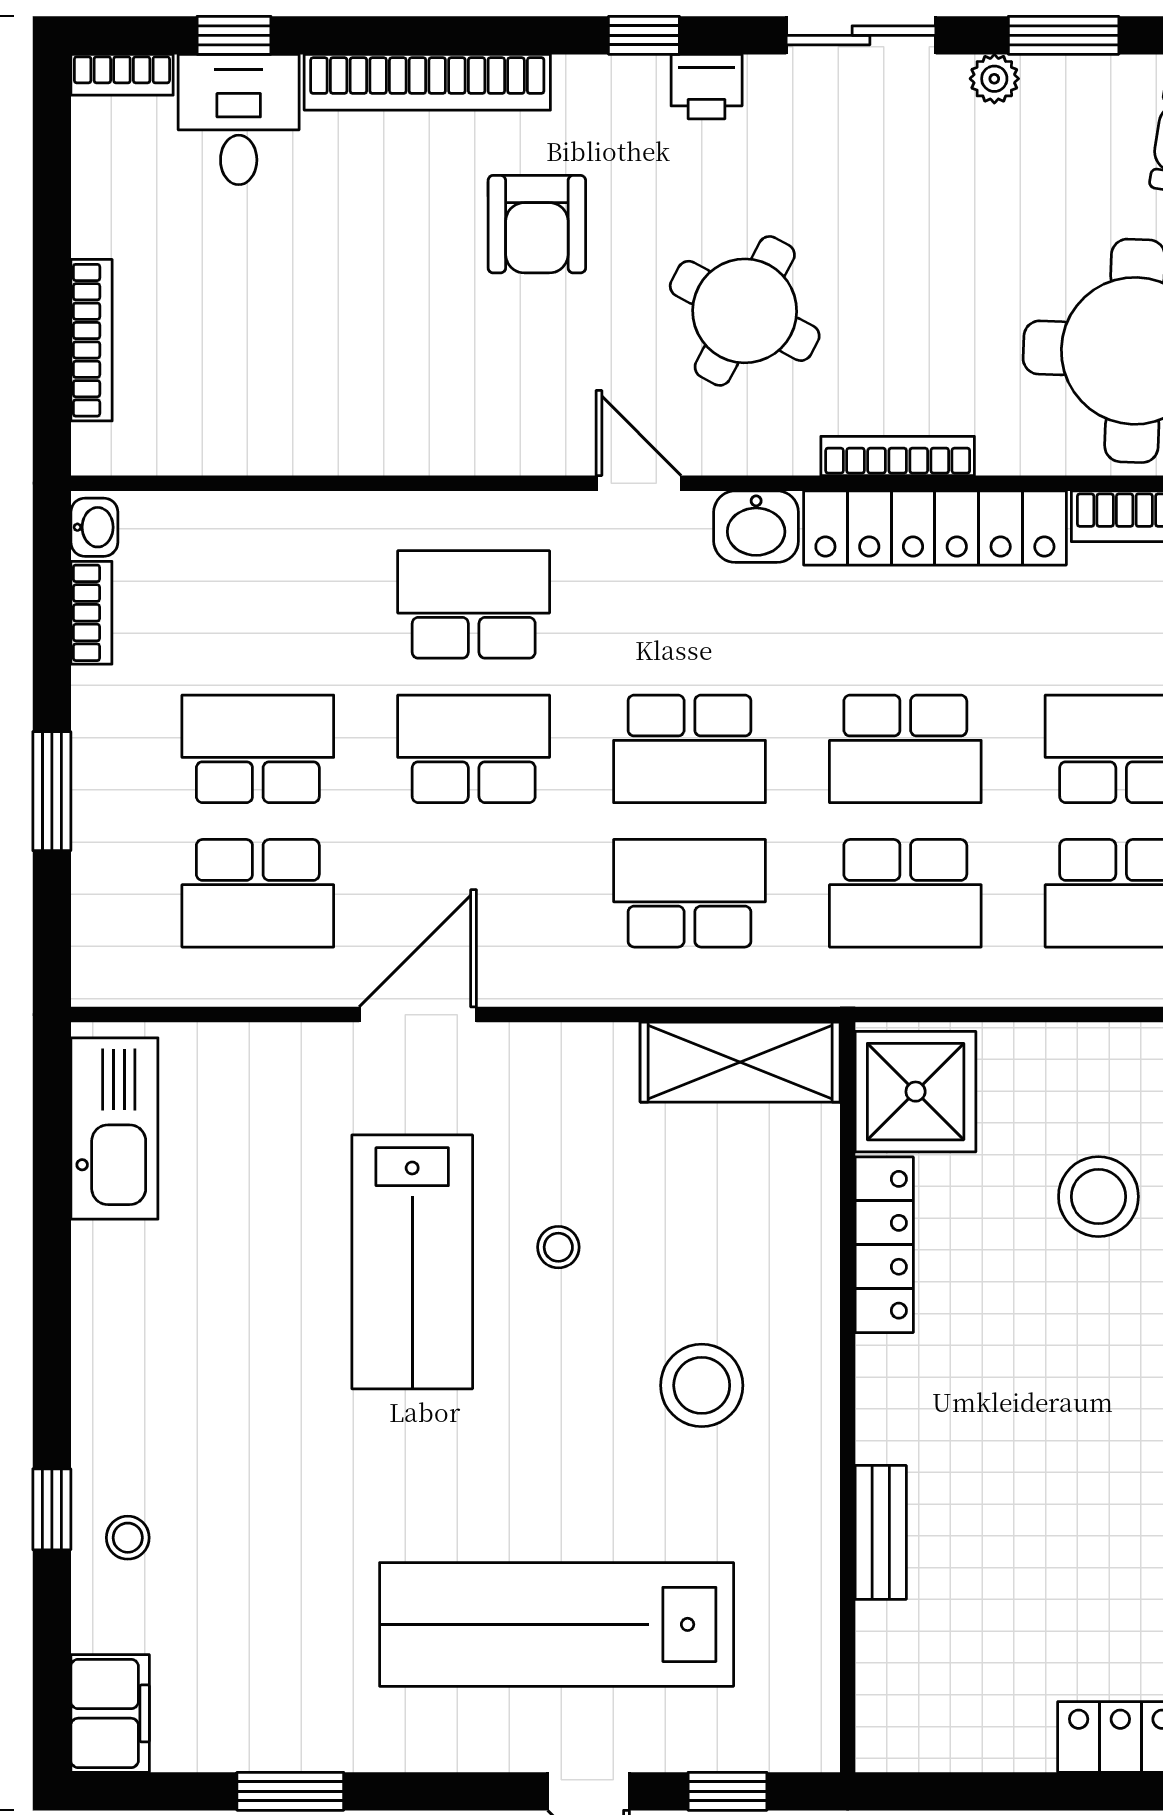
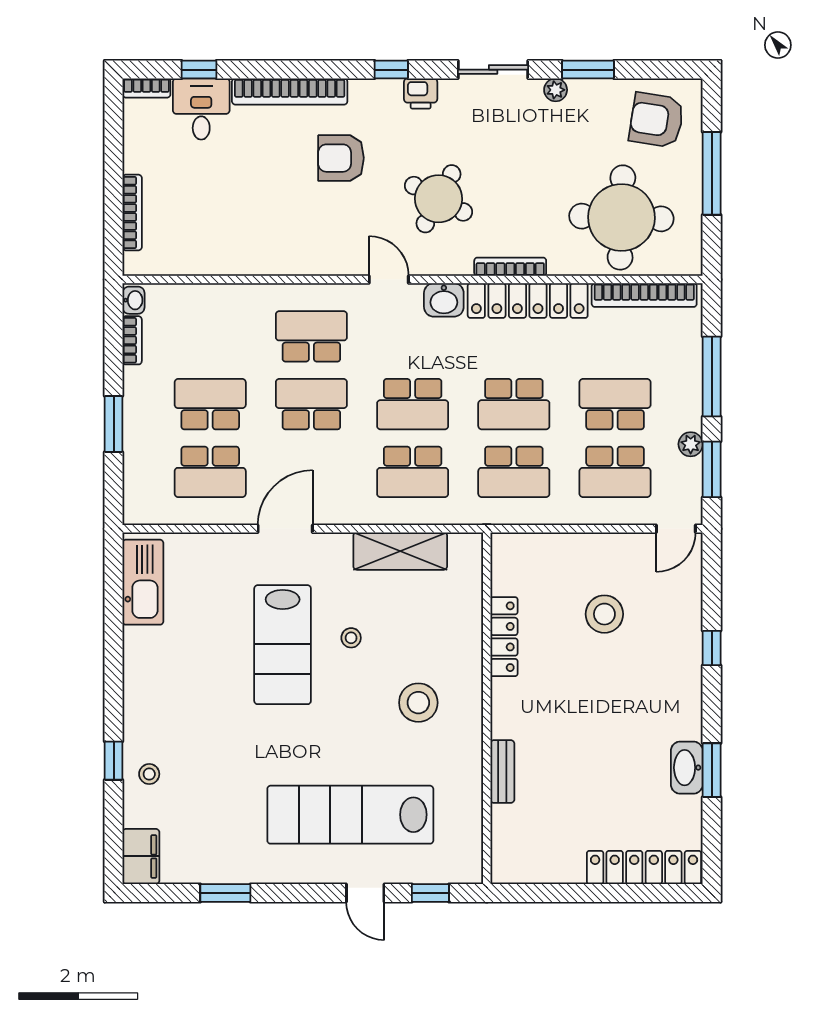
armchair: (537, 224) -> (341, 158), turned 90
school desk: (689, 893) -> (413, 472), turned 180
shelving: (740, 1062) -> (400, 551), moved
shower: (916, 1092) -> (519, 565), removed

